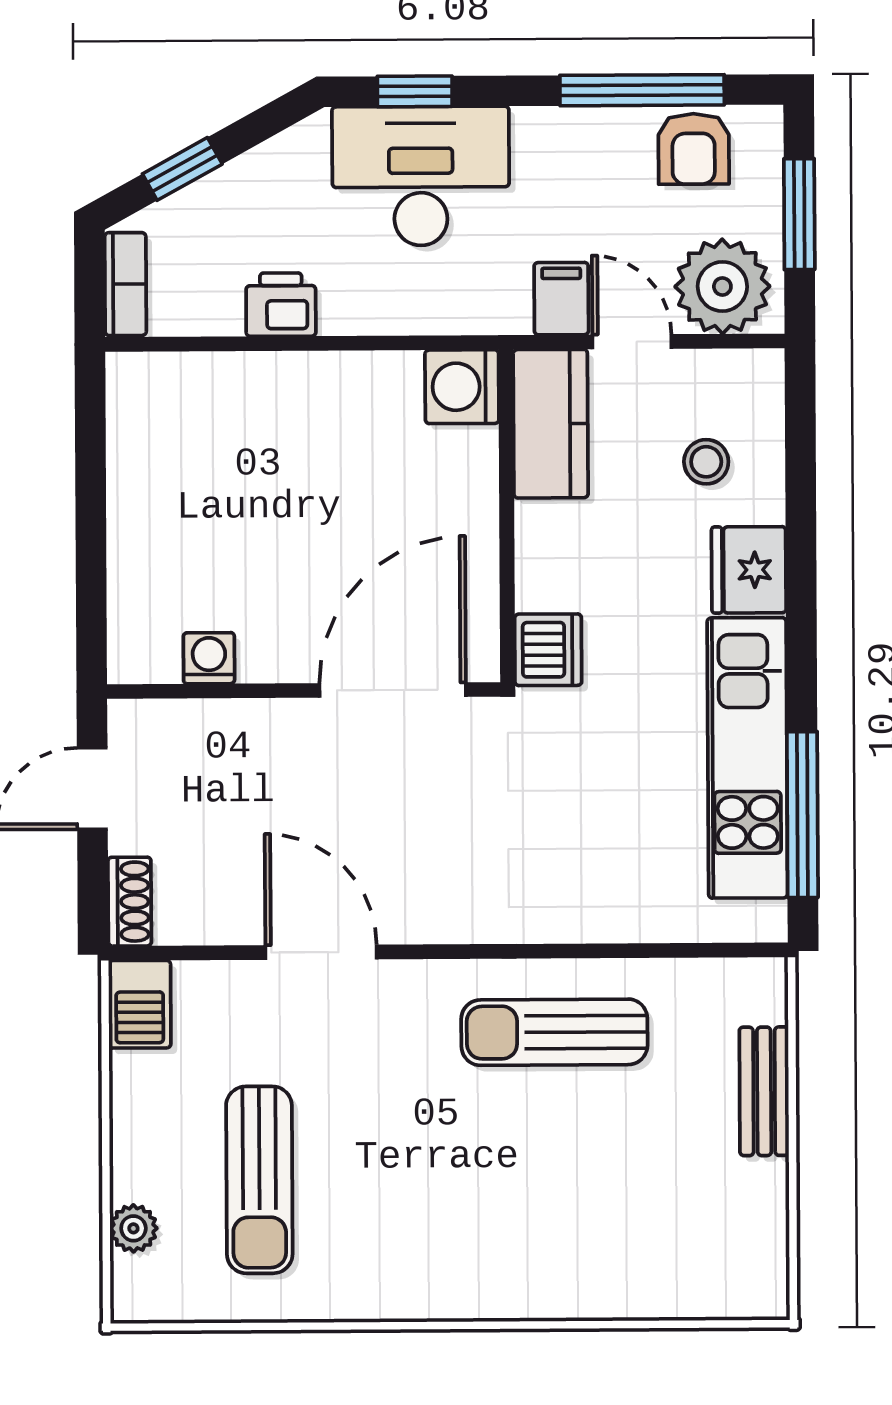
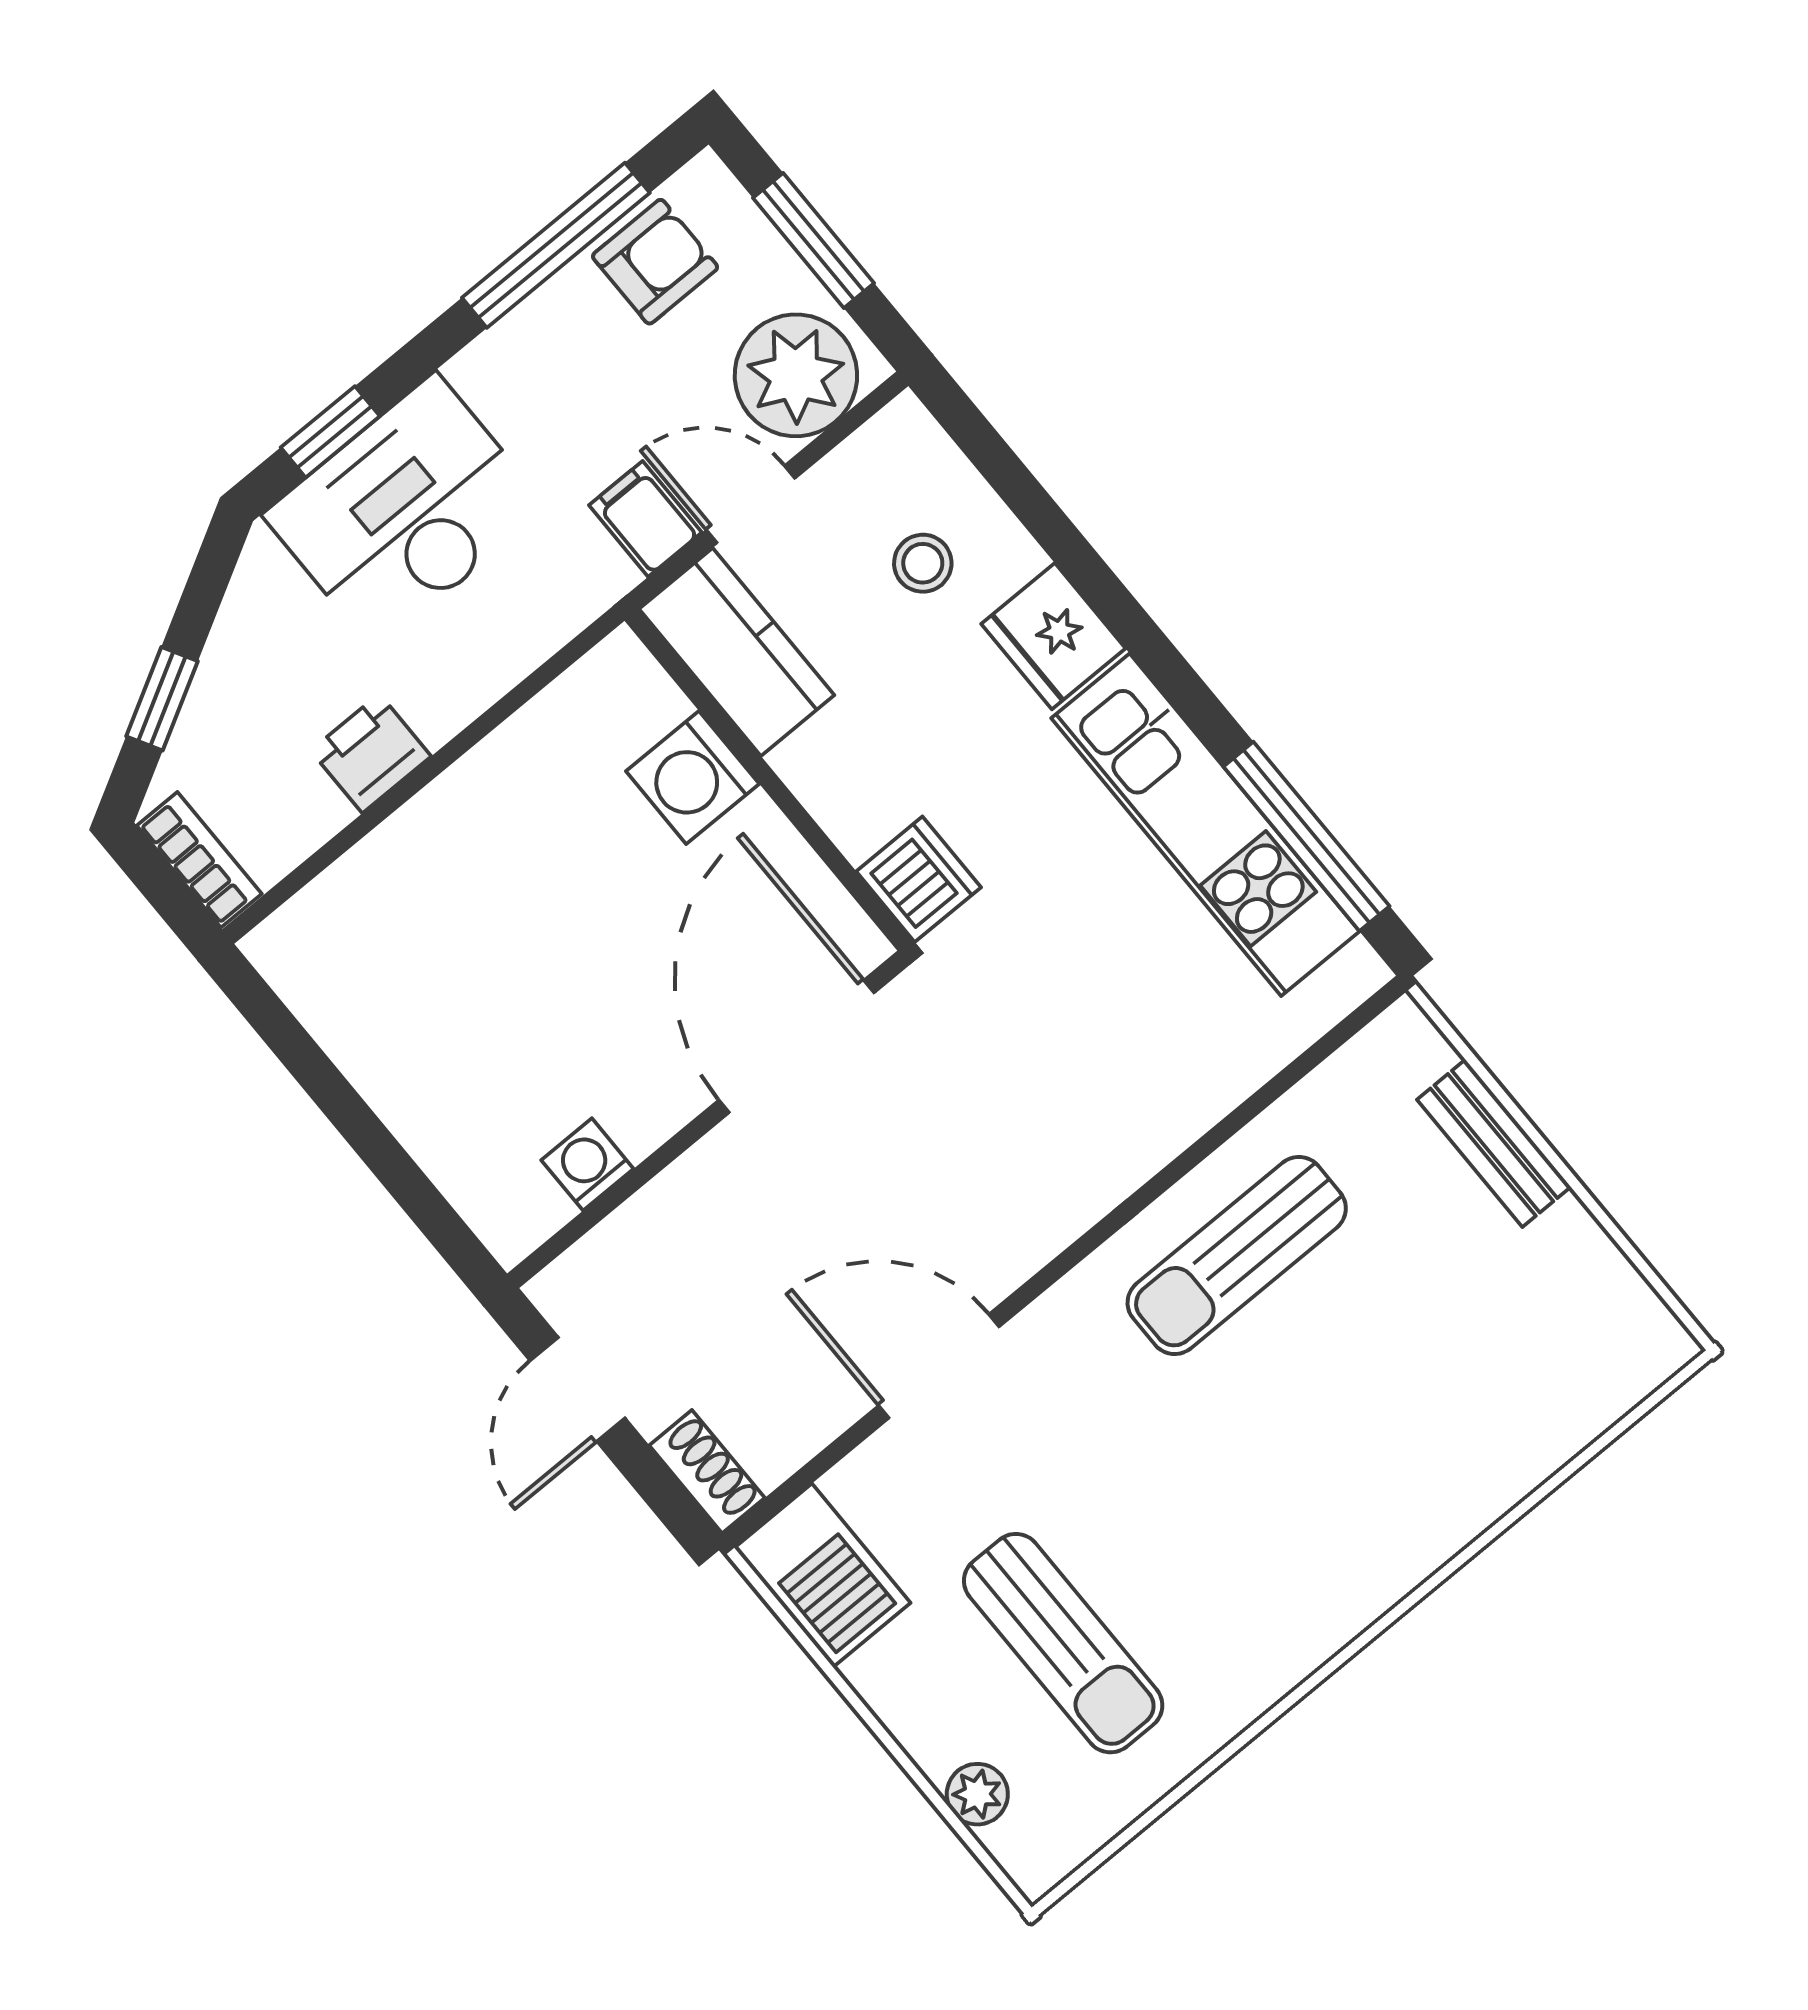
armchair: (694, 149) -> (655, 262), turned -90
washing machine: (462, 387) -> (693, 777), moved
barbecue: (140, 1004) -> (822, 1575), width x1.38, depth x1.27

